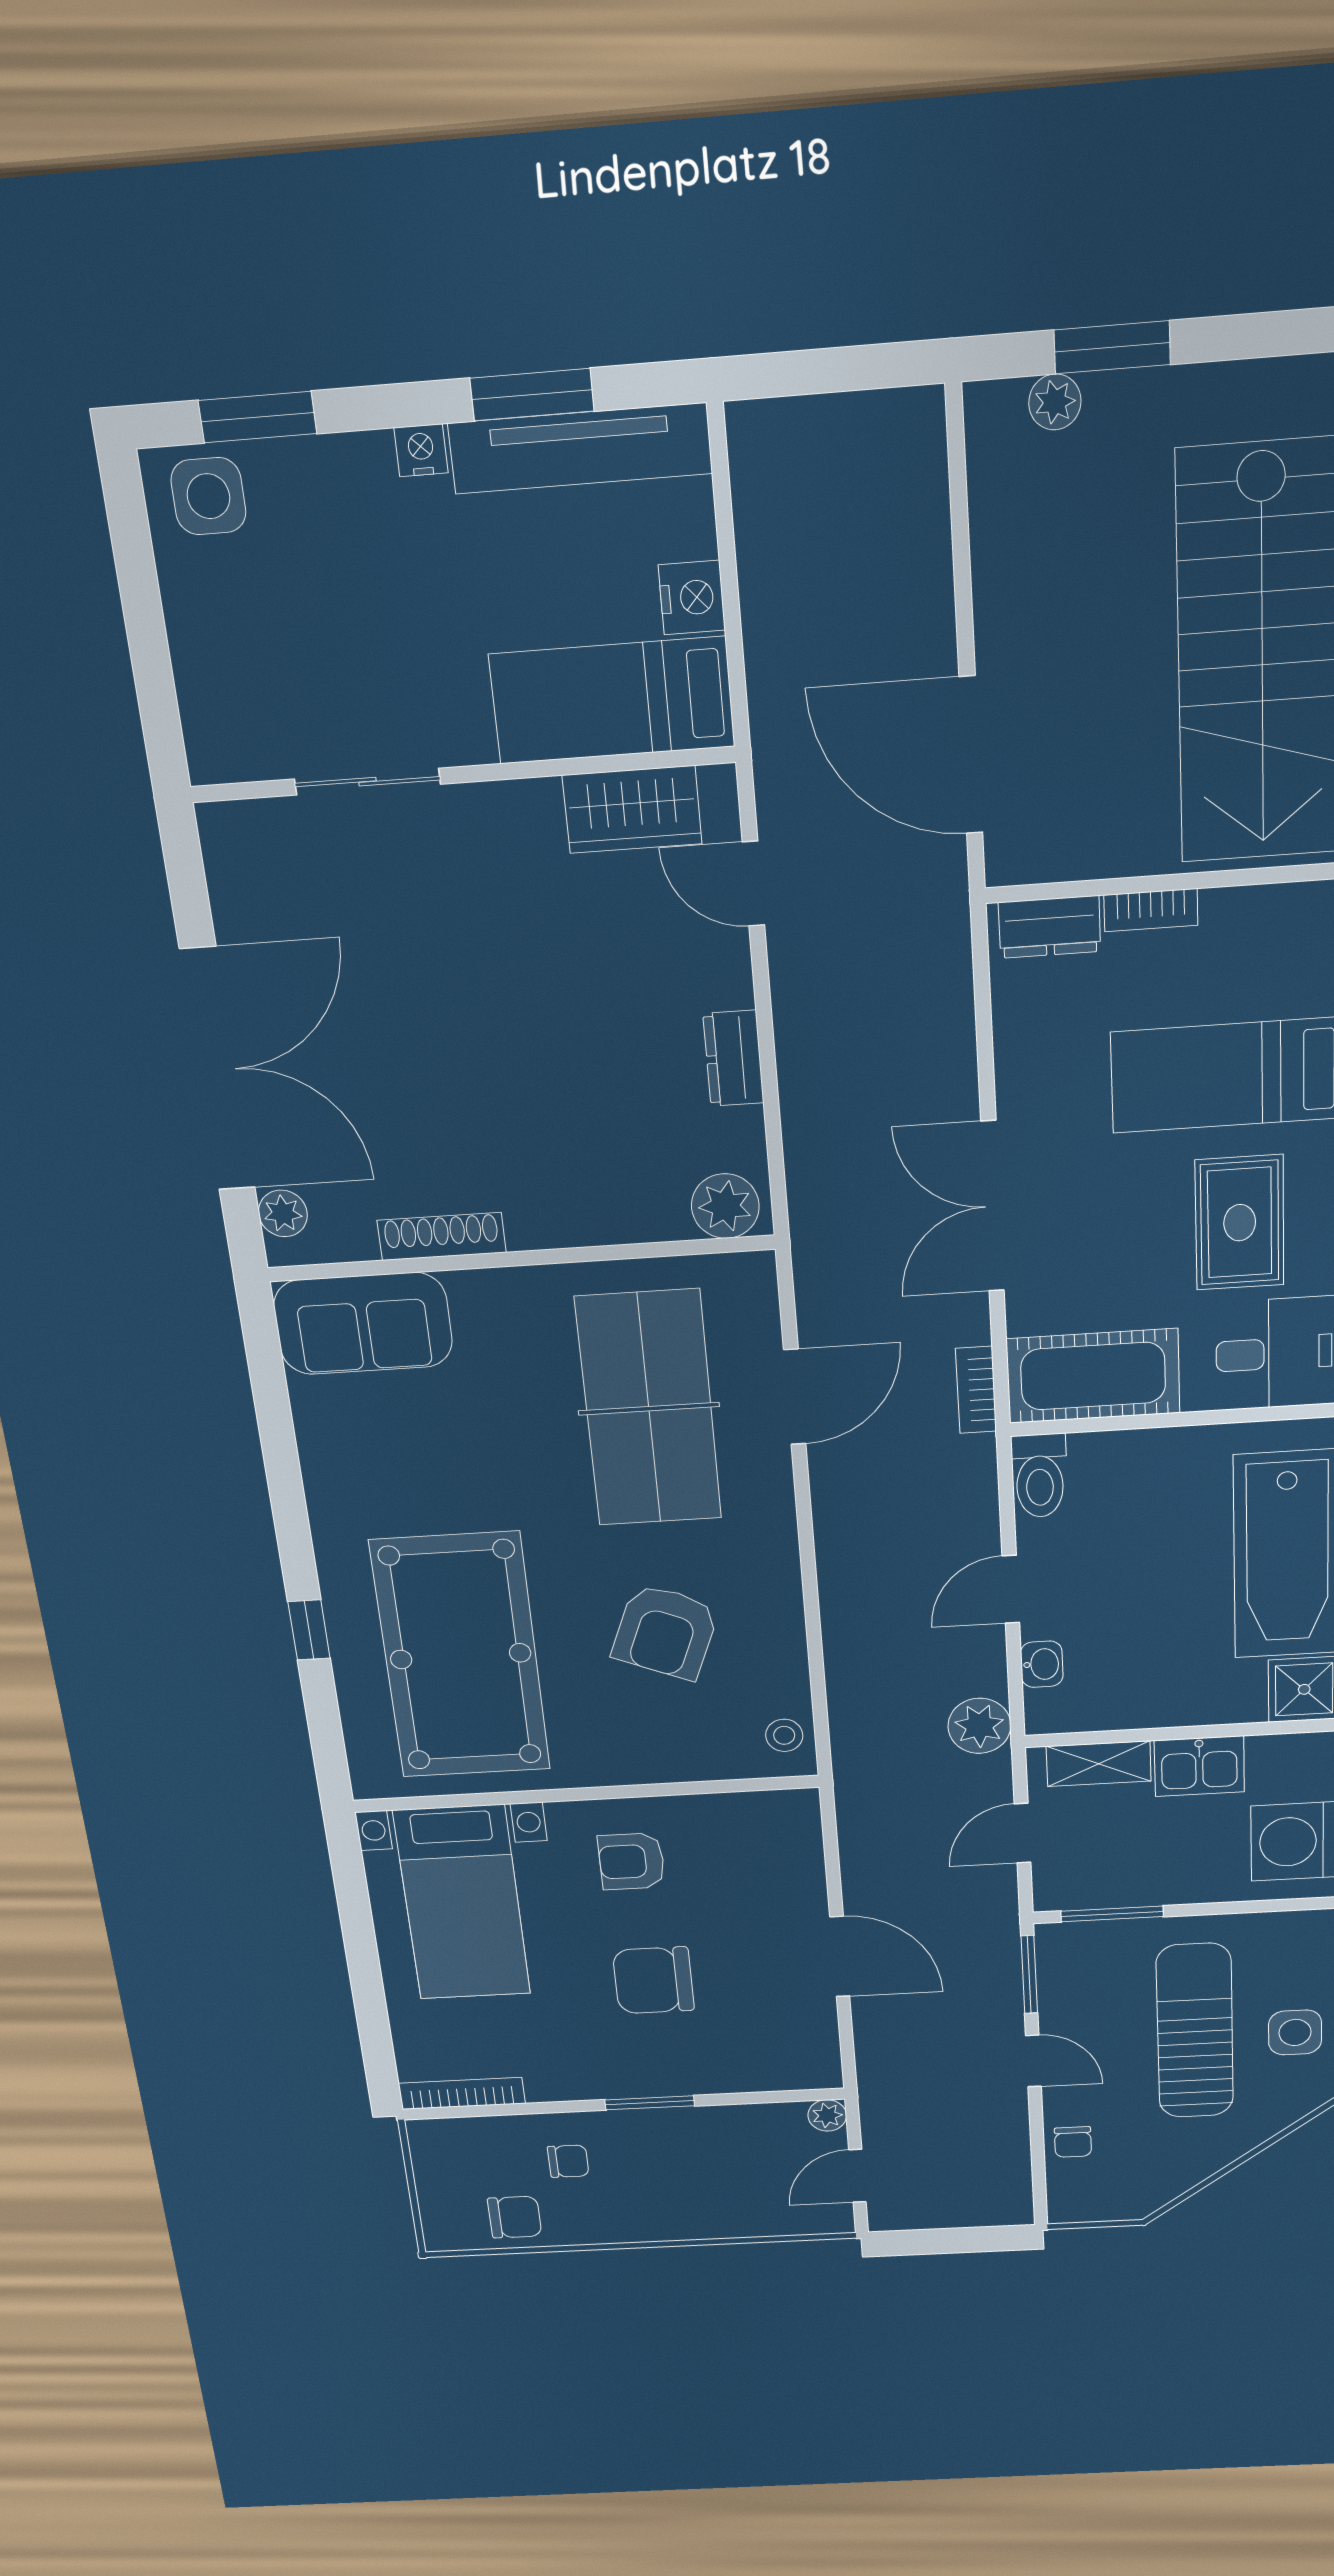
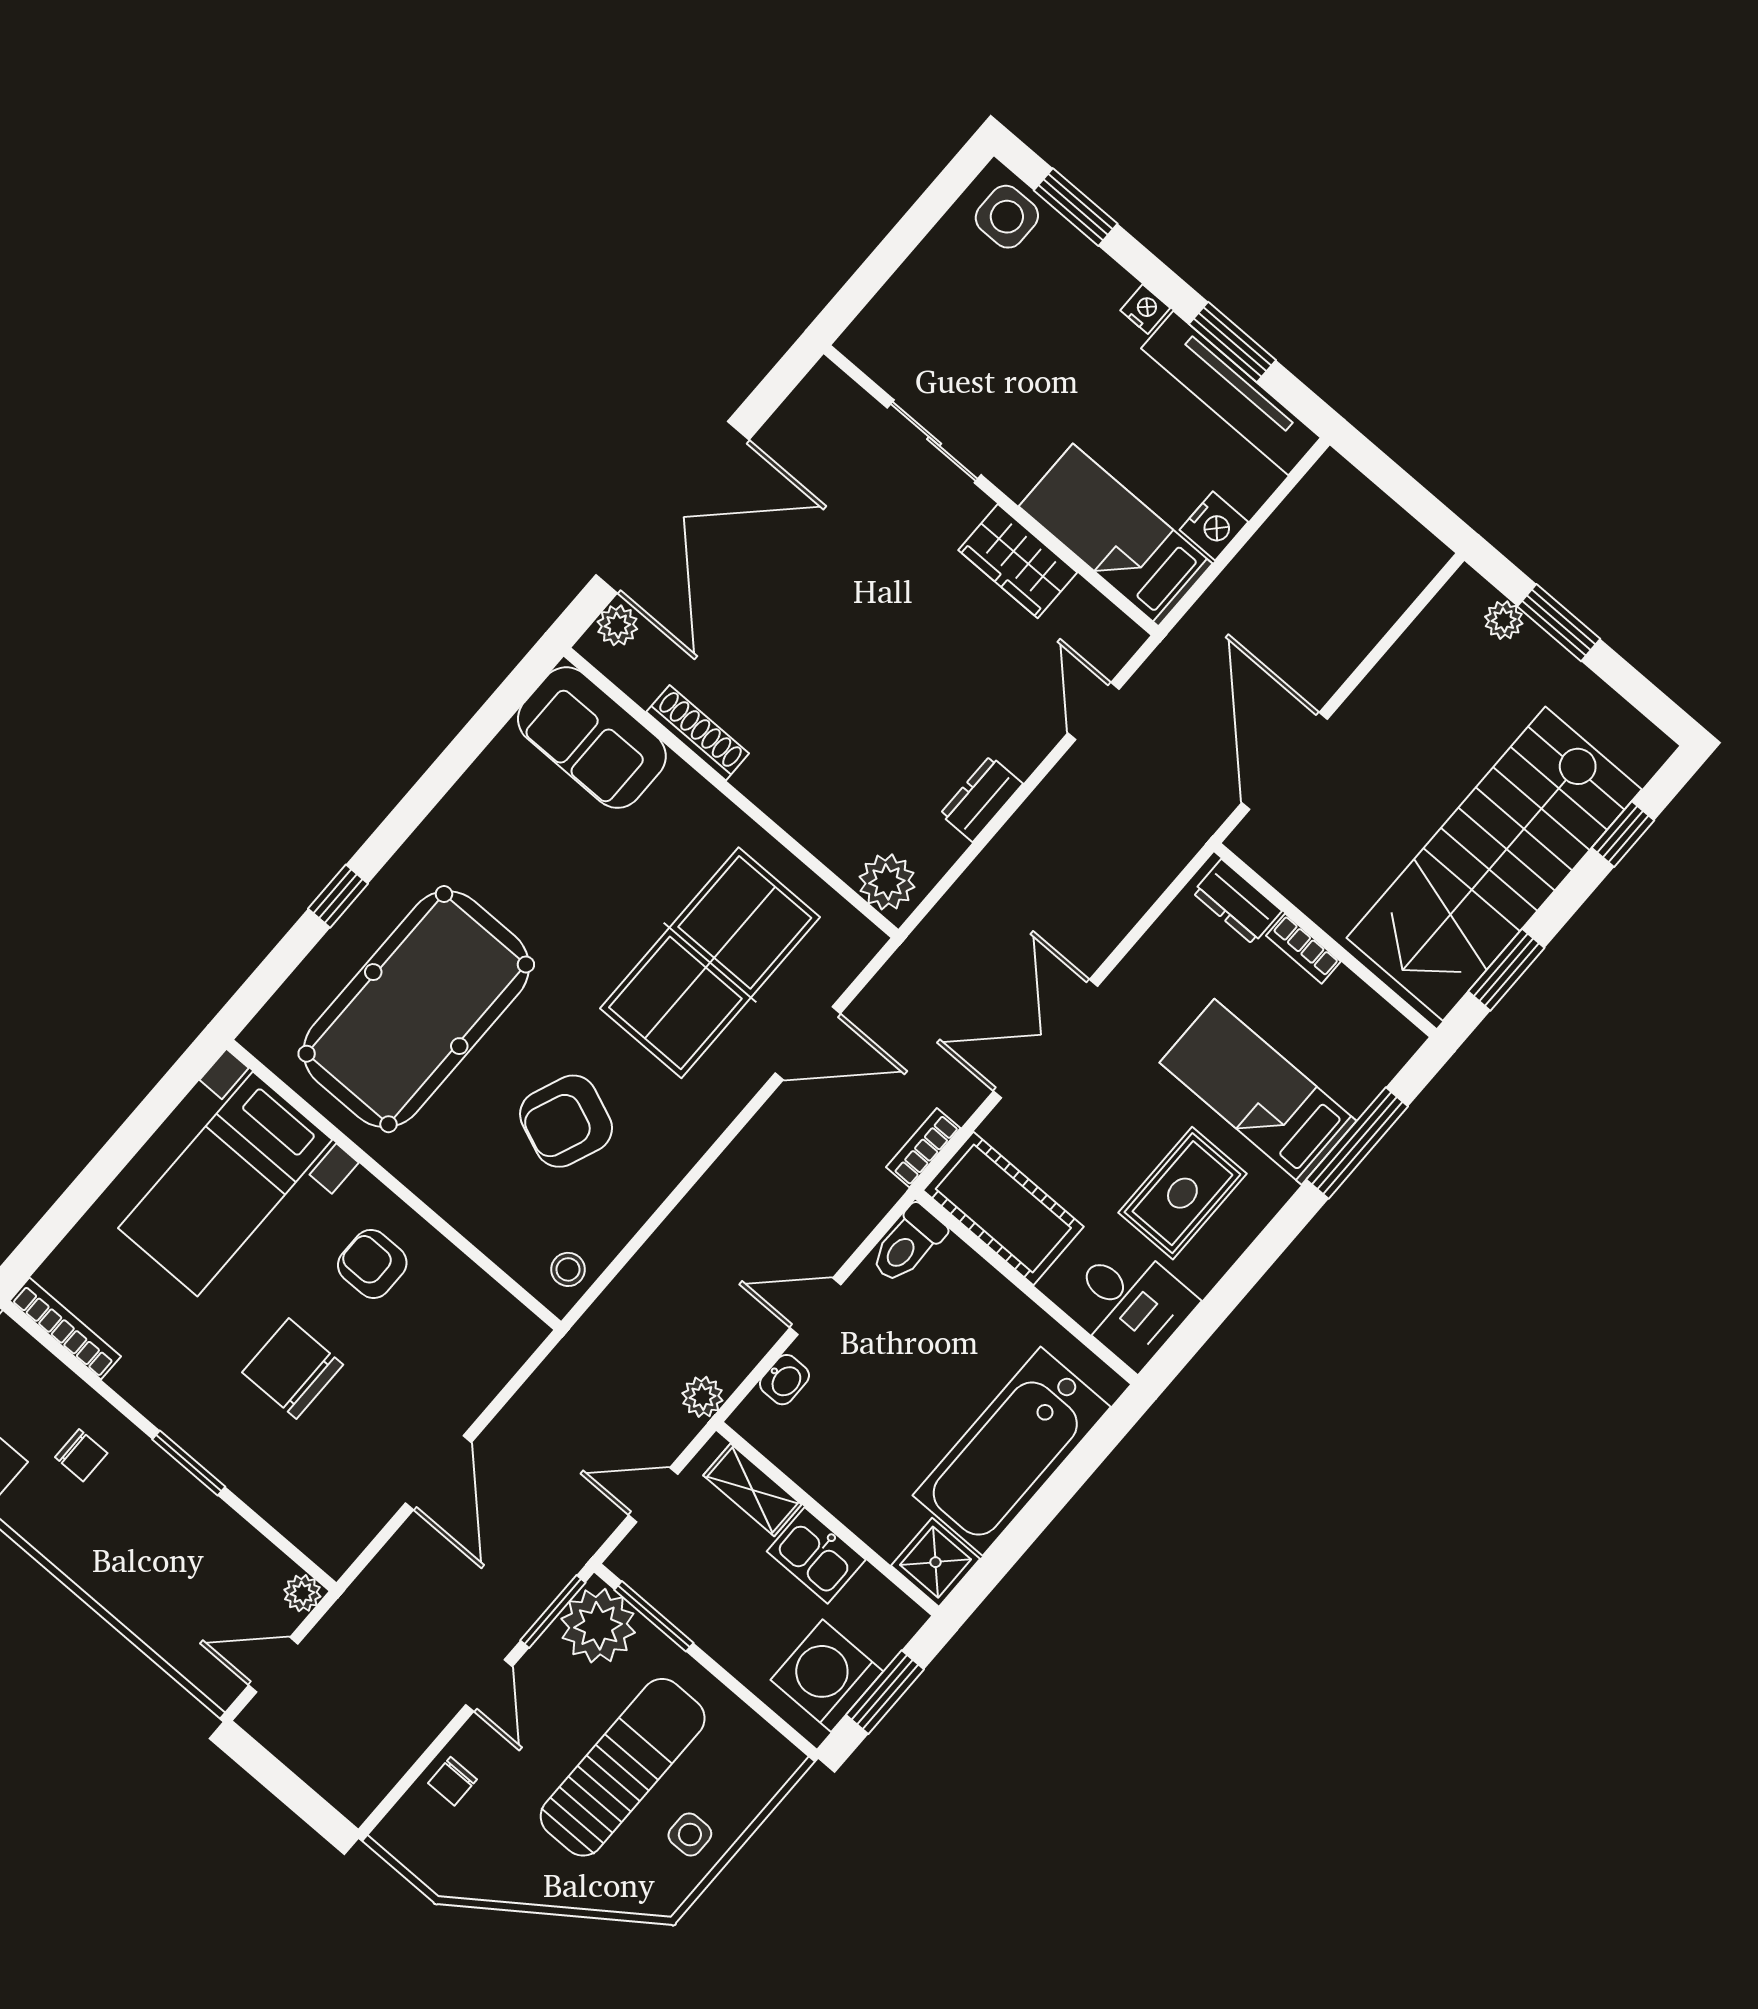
wardrobe: (632, 810) -> (1018, 561), moved
plant: (979, 1726) -> (702, 1397), width x0.73, depth x0.73
plant: (1075, 1955) -> (598, 1626), added
side table: (1295, 2032) -> (690, 1834), width x0.73, depth x0.73

